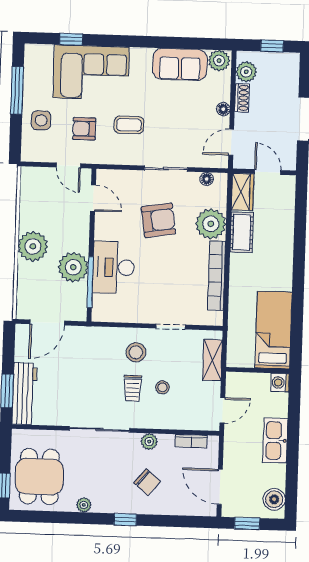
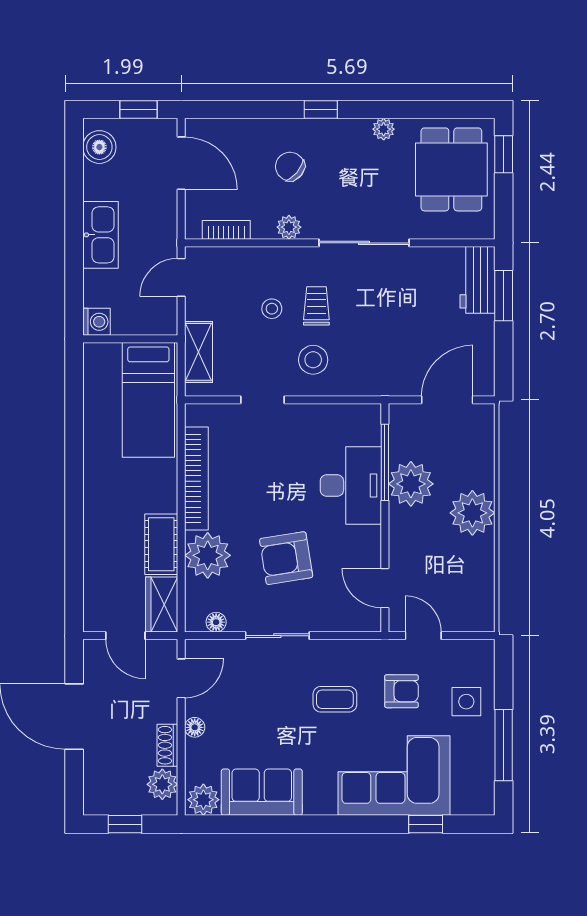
bed: (273, 330) -> (148, 400), moved
workbench: (24, 394) -> (478, 280), width x0.73

